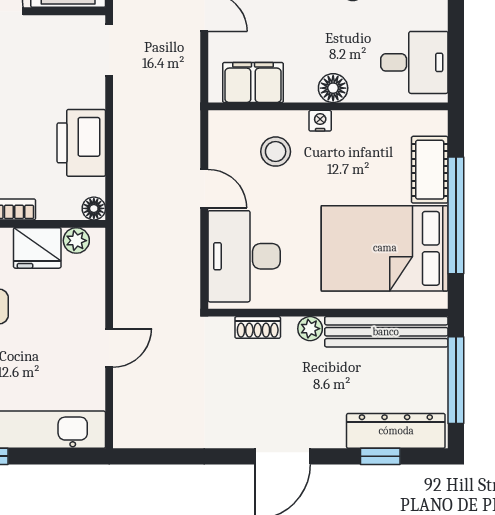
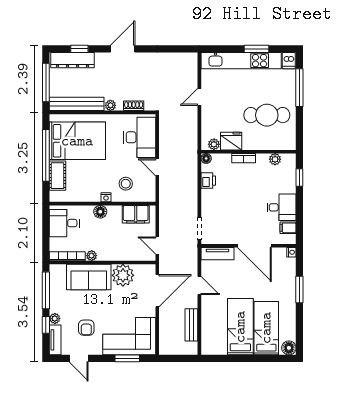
printer: (81, 143) -> (208, 181), width x0.53, depth x0.68

